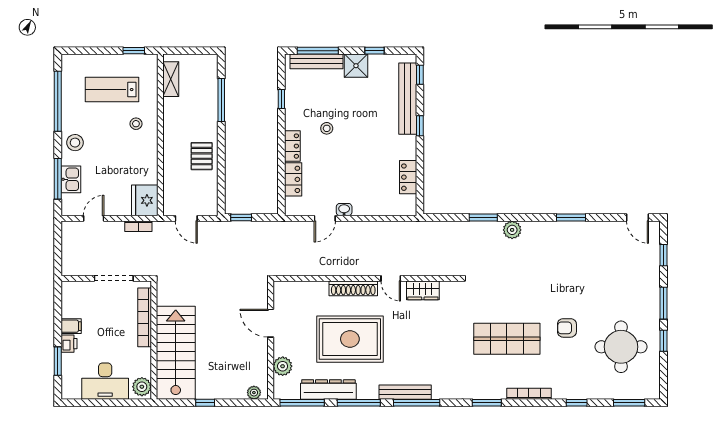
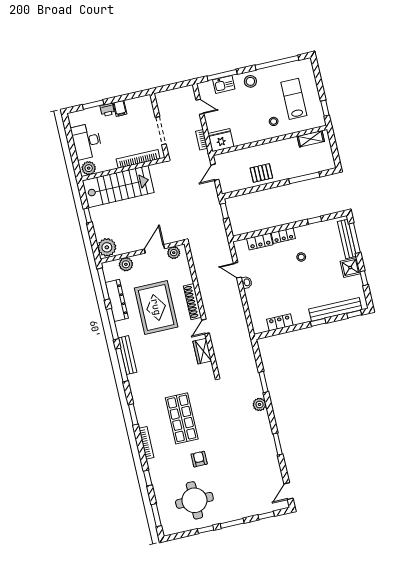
plant: (282, 298) -> (174, 253), added
plant: (254, 393) -> (107, 247), width x1.87, depth x1.87

